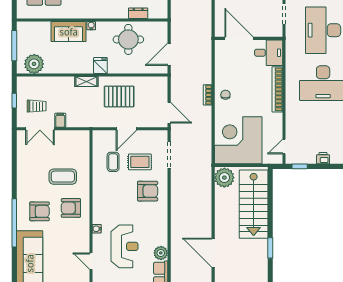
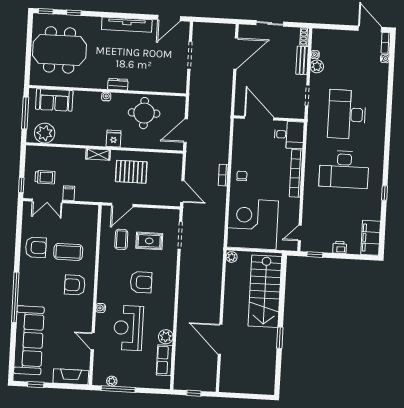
dresser: (138, 13) -> (118, 84), moved
sofa: (69, 32) -> (54, 100), moved
window: (14, 101) -> (21, 185), moved
door: (126, 129) -> (122, 205), moved
plant: (224, 178) -> (232, 257), width x0.53, depth x0.53
armchair: (148, 191) -> (141, 282), moved
armchair: (39, 211) -> (36, 247), moved
reception desk: (124, 246) -> (128, 328), turned 180

